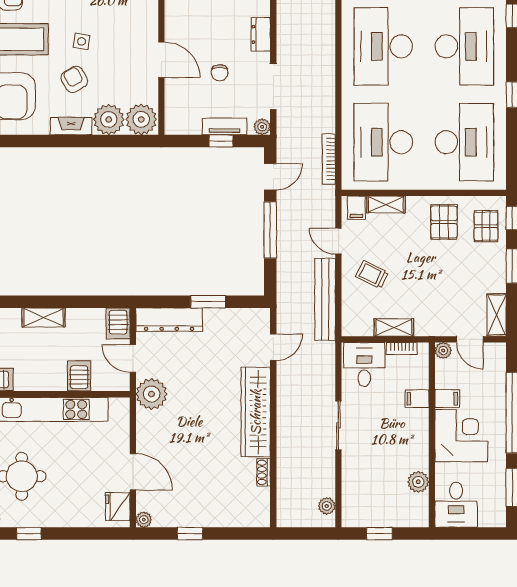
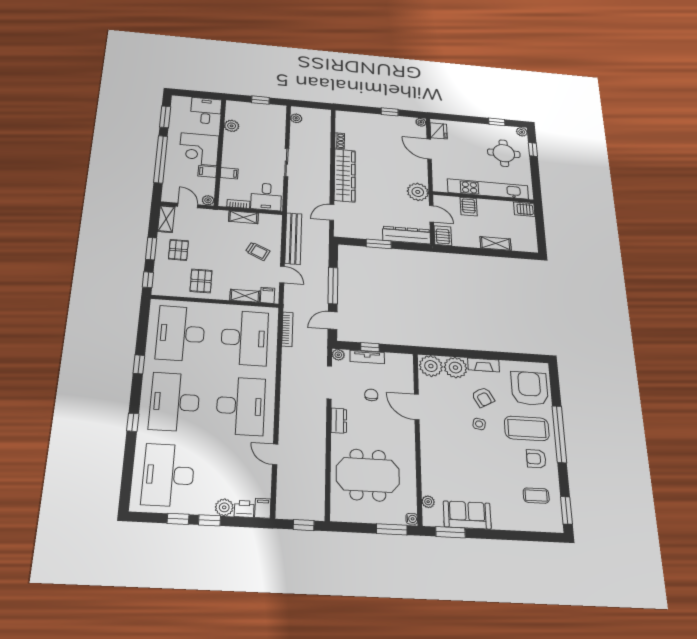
pallet: (486, 226) -> (178, 250), moved

